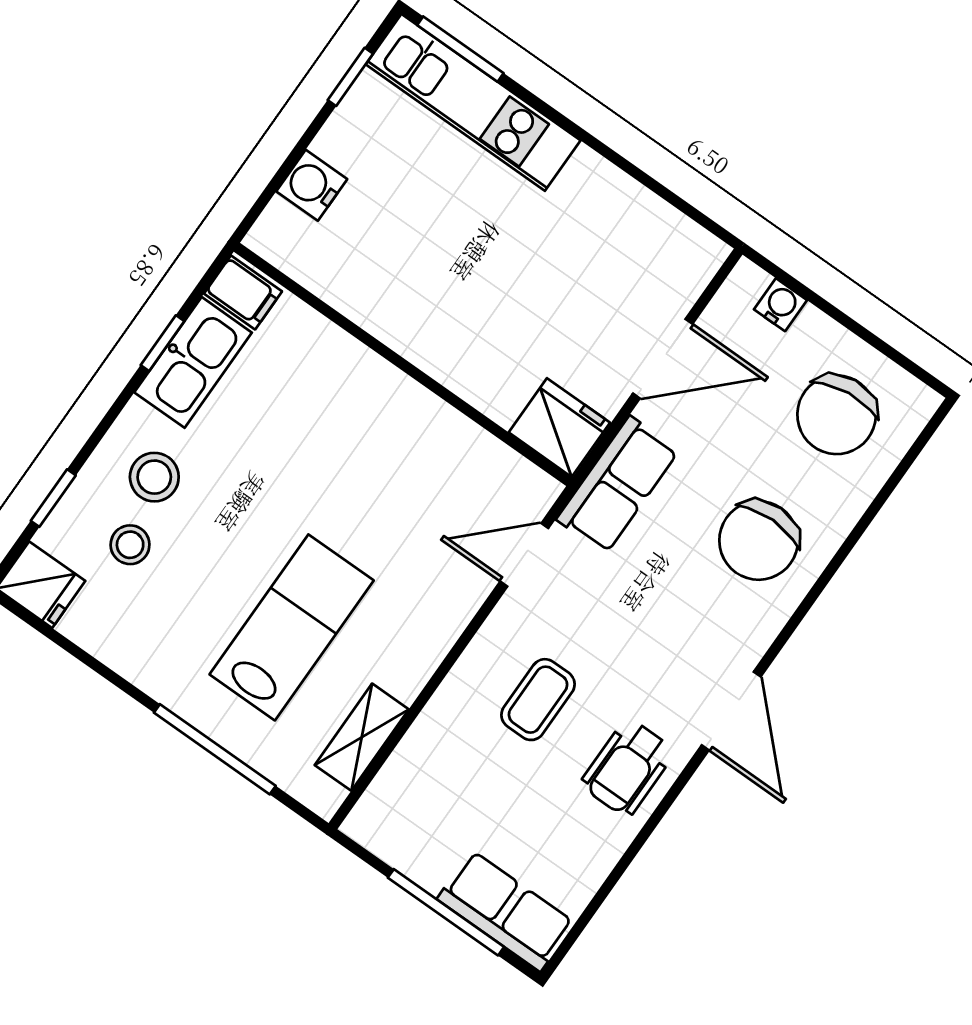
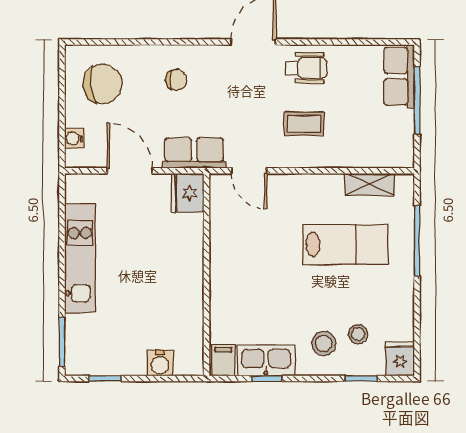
kitchen unit: (473, 102) -> (80, 258), moved
chair: (759, 540) -> (176, 80), width x0.54, depth x0.54
lab bench: (292, 627) -> (345, 245), turned 180

